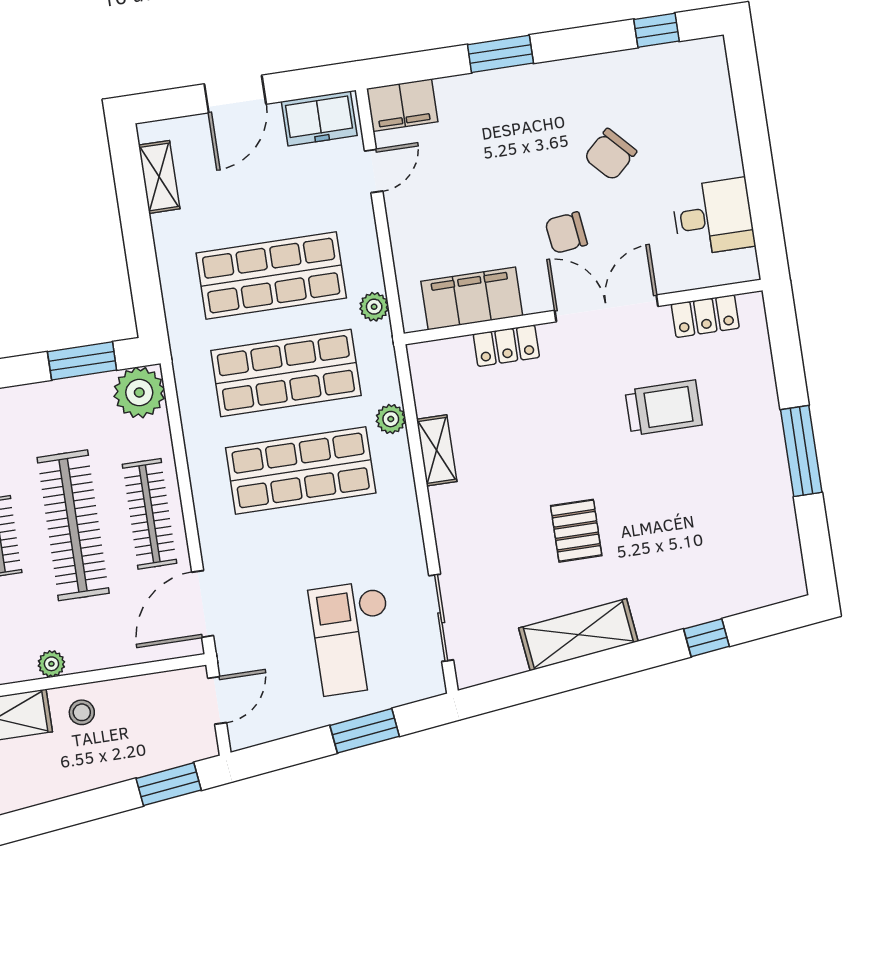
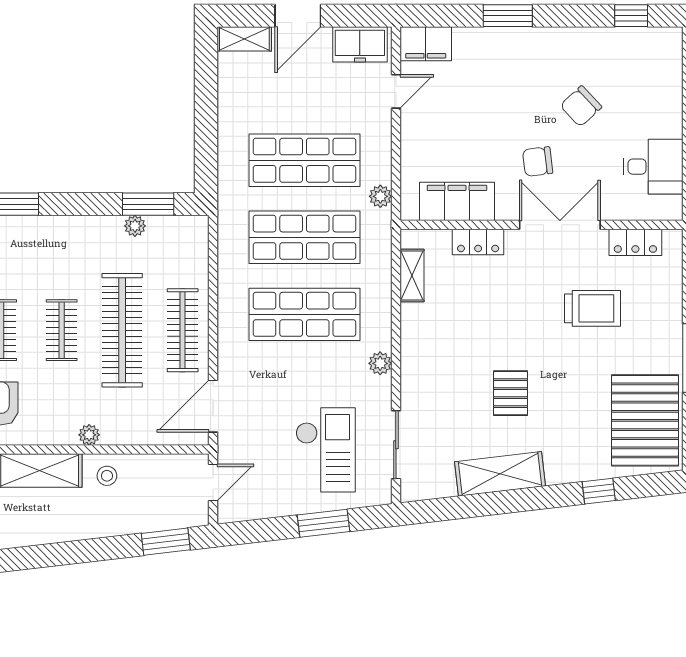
shelving: (159, 177) -> (244, 39), moved, turned 90
plant: (139, 392) -> (135, 226), moved, width x0.53, depth x0.53
plant: (391, 419) -> (380, 363), moved
shelving: (437, 450) -> (412, 275), moved
pallet: (751, 539) -> (645, 420), added
checkout: (353, 638) -> (326, 450), turned 180

